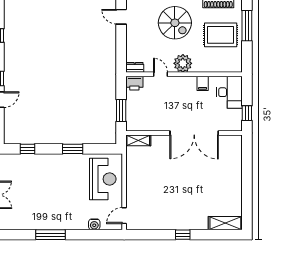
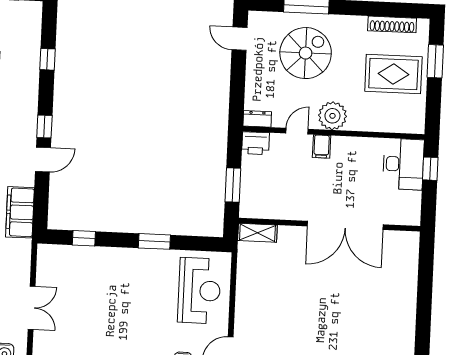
spiral stairs: (175, 23) -> (306, 53), moved, turned -90
window: (247, 26) -> (435, 61), width x0.69
door: (161, 74) -> (297, 131), hinge flipped
filing cabinet: (203, 83) -> (322, 147), moved
window: (247, 113) -> (430, 169), moved

